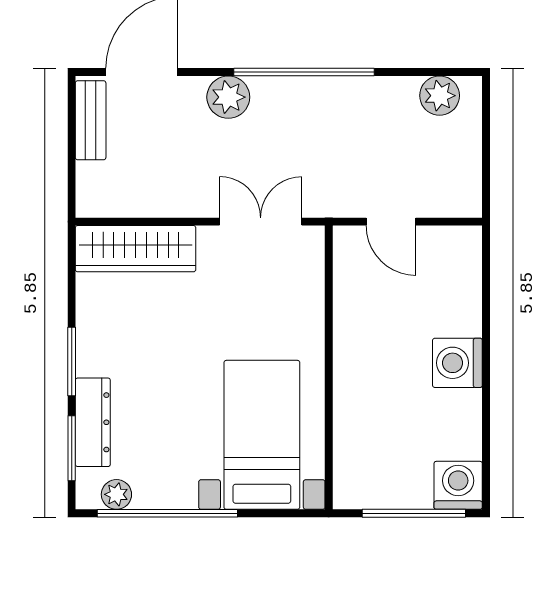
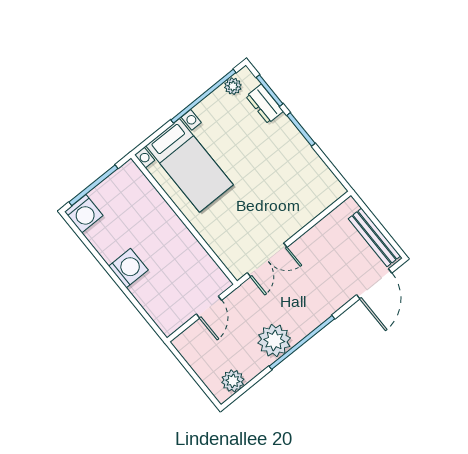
plant: (228, 97) -> (274, 341), moved, width x1.36, depth x1.36
bench: (91, 120) -> (374, 237), width x1.36
door: (391, 222) -> (209, 307), swing flipped
wardrobe: (136, 249) -> (313, 203), removed
dresser: (93, 422) -> (265, 104), width x0.70

